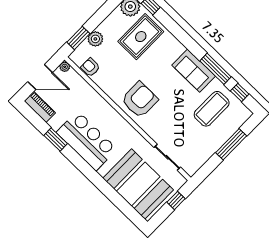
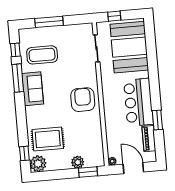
armchair: (90, 67) -> (96, 147), removed
armchair: (140, 100) -> (83, 100), turned 90
piano: (40, 107) -> (149, 139), moved

